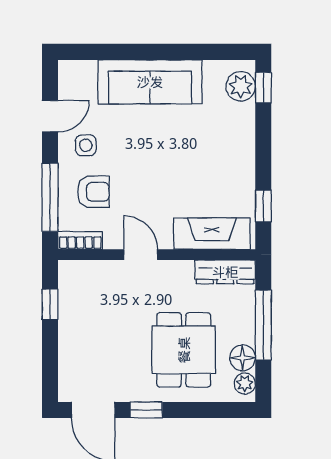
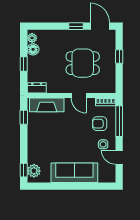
door: (50, 116) -> (119, 157), hinge flipped
dresser: (225, 272) -> (37, 88), width x0.70
window: (50, 304) -> (119, 57), moved
window: (263, 325) -> (24, 64), width x0.46
dining table: (184, 350) -> (83, 63), moved, turned 90

